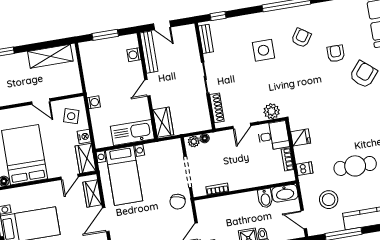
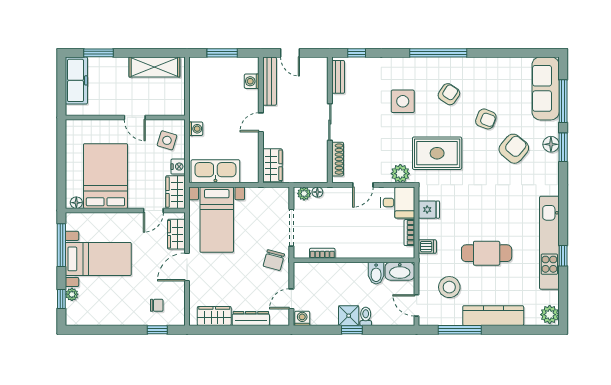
armchair: (336, 53) -> (486, 119), turned 111
rug: (300, 89) -> (437, 153), added
kitchen sink: (132, 133) -> (215, 171), moved

